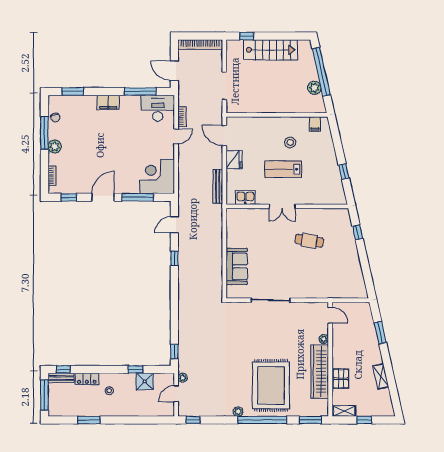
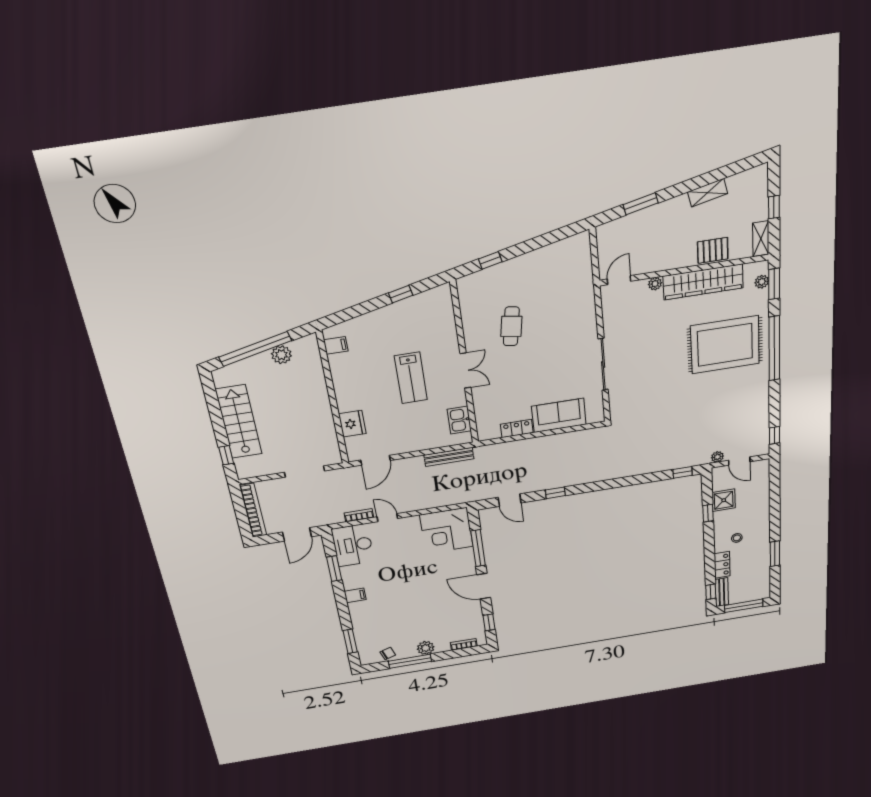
window: (140, 91) -> (334, 569), width x0.69
filing cabinet: (108, 102) -> (355, 595), width x0.50
stool: (290, 142) -> (370, 375), removed
fridge: (234, 160) -> (352, 424), moved, turned 90
locker: (232, 236) -> (517, 428), added
plant: (238, 411) -> (762, 282), moved

